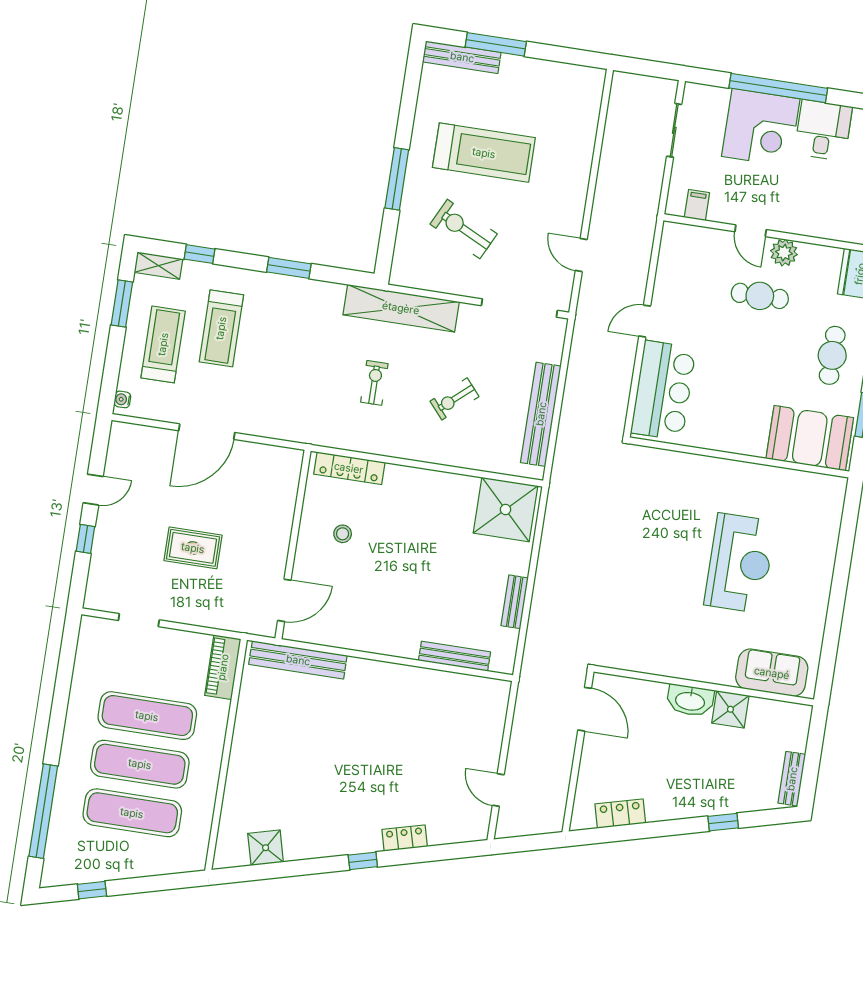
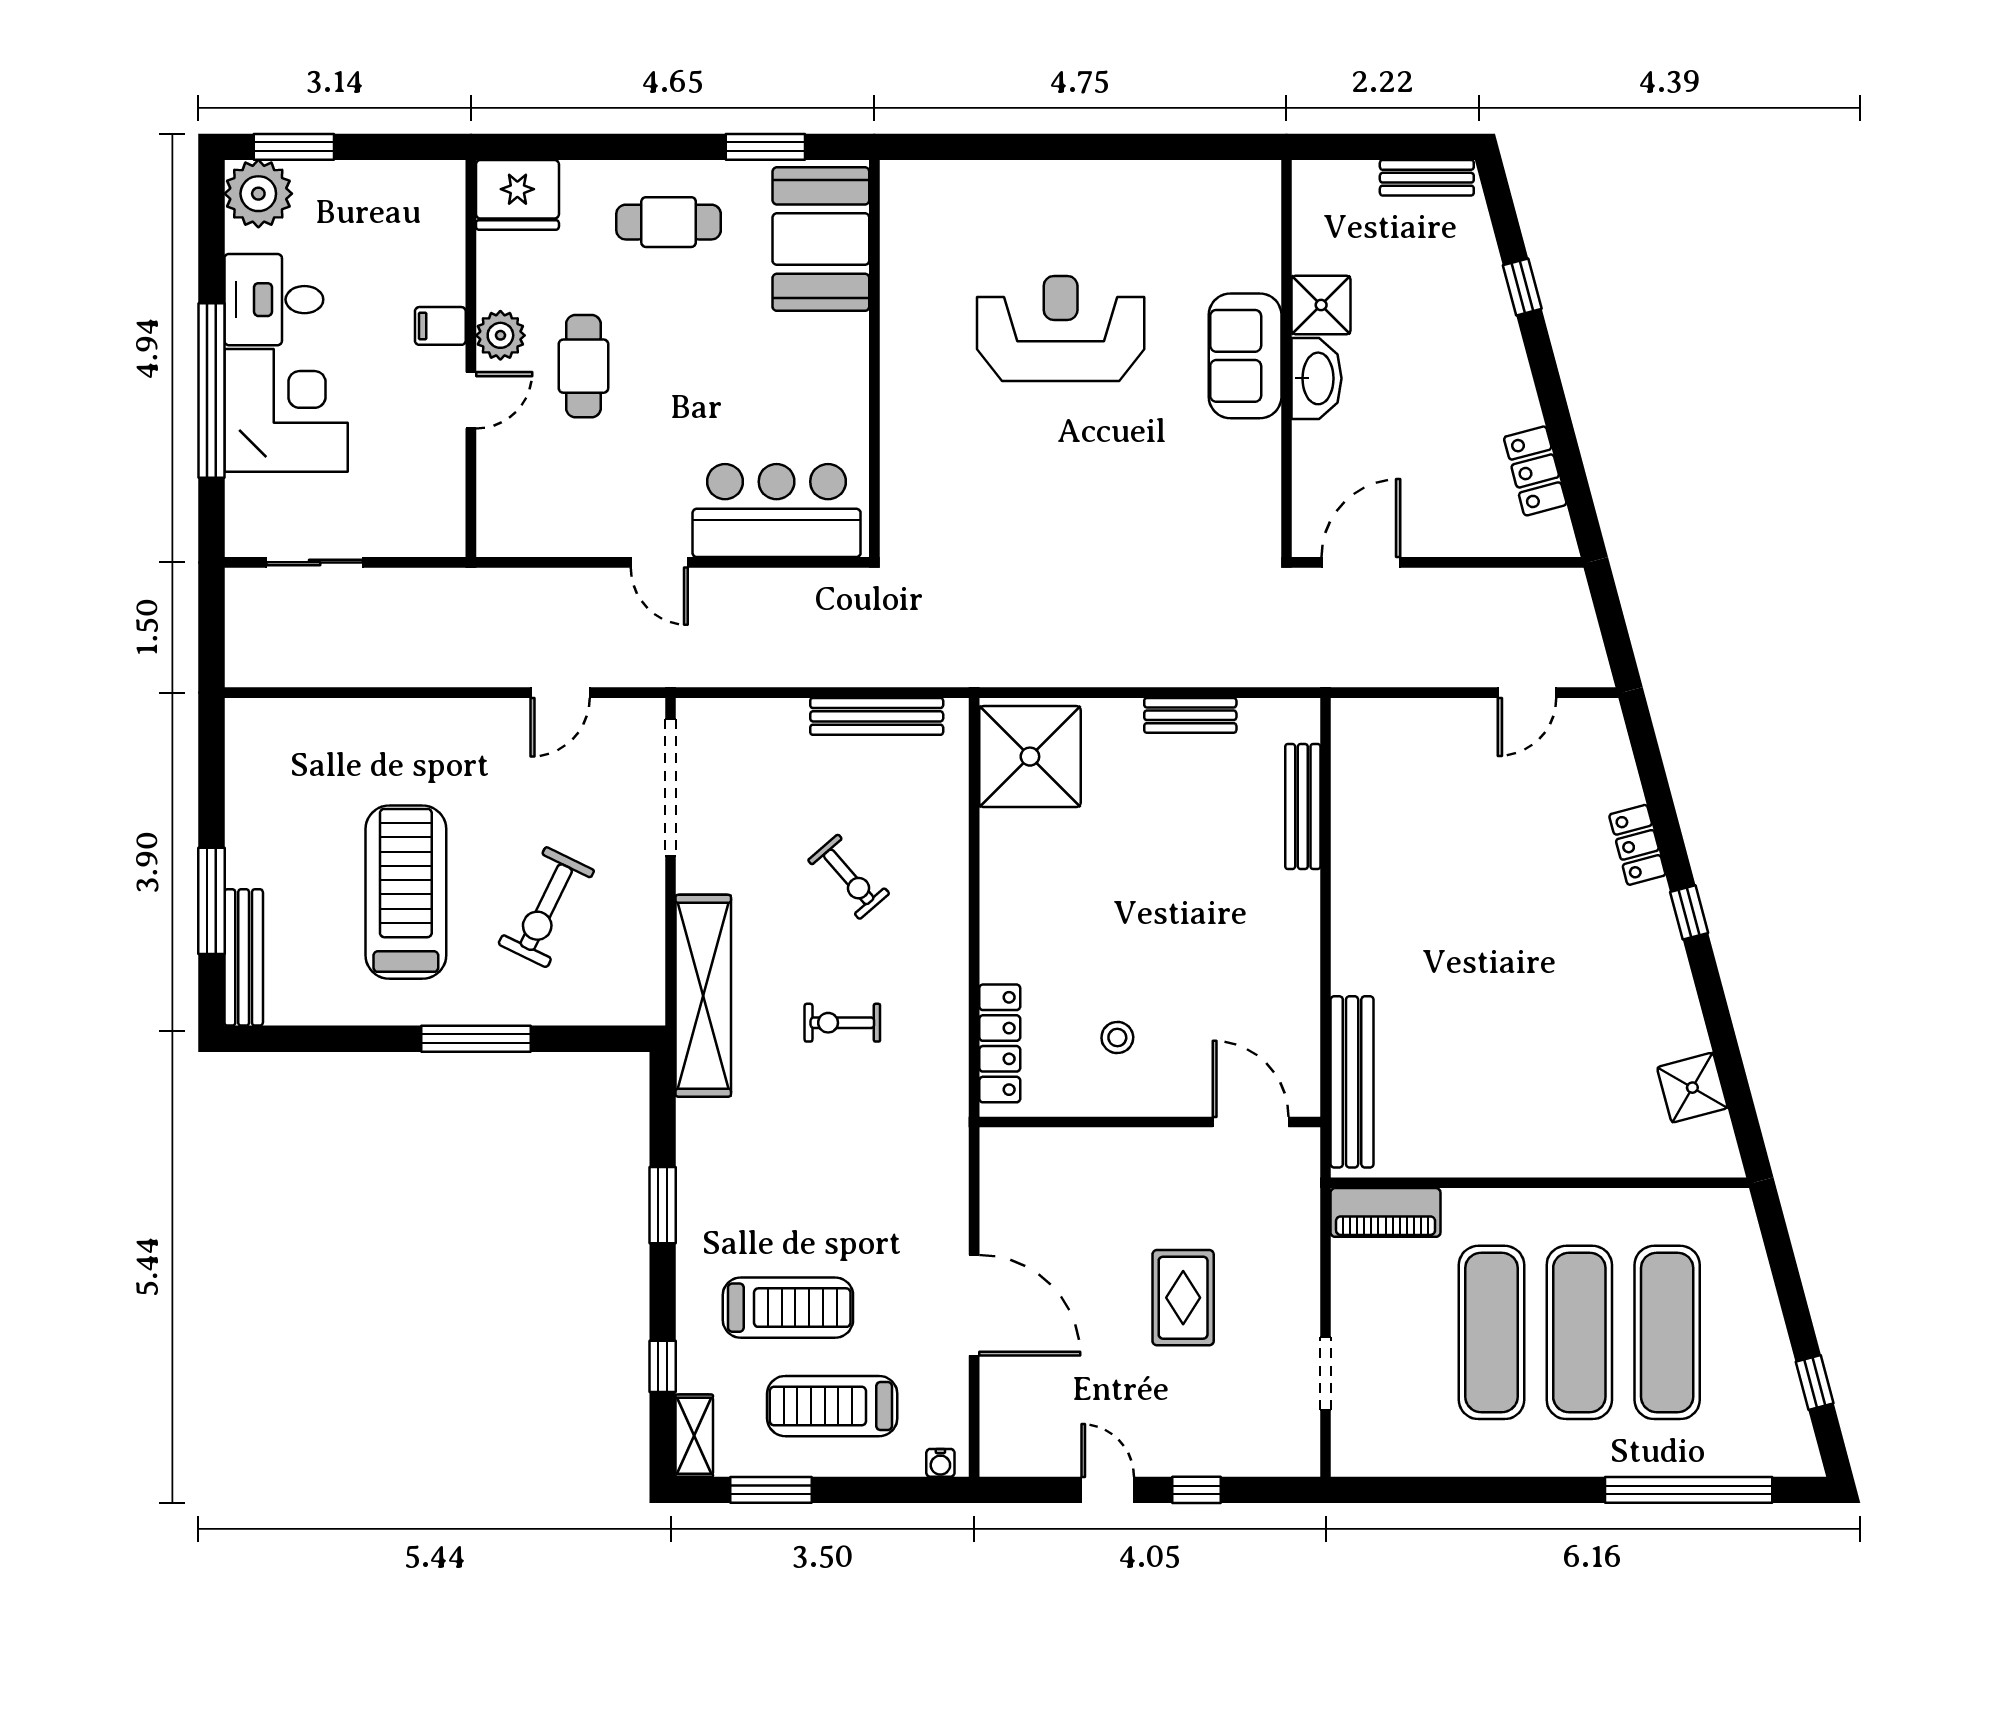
filing cabinet: (697, 205) -> (440, 326), moved
bench: (541, 414) -> (877, 716), width x0.73, depth x0.82
sofa: (772, 673) -> (1245, 356), moved

